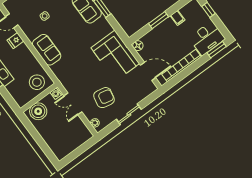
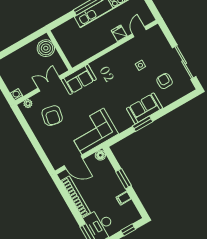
sofa: (47, 50) -> (79, 79), moved
door: (148, 71) -> (73, 162), hinge flipped
stool: (37, 82) -> (75, 50), removed
washing machine: (56, 93) -> (17, 95), moved
sliding door: (129, 114) -> (33, 138), removed

